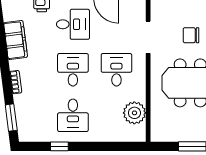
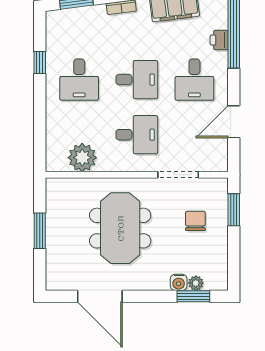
chair: (191, 35) -> (195, 221), moved
desk: (73, 115) -> (79, 80), turned -90

